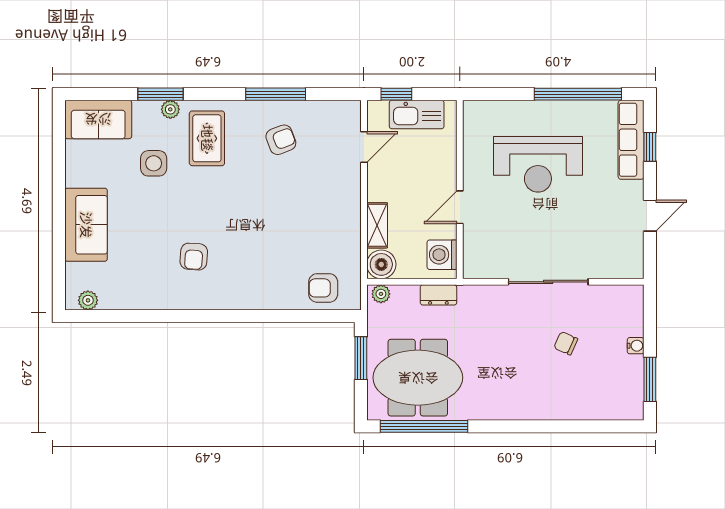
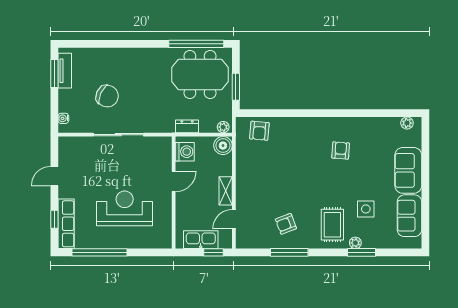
sofa: (98, 119) -> (409, 216), moved, turned -90
shelving: (377, 225) -> (226, 191), moved
armchair: (323, 288) -> (259, 131), turned 95
chair: (566, 343) -> (107, 96), width x1.87, depth x1.87
water cooler: (636, 346) -> (63, 118), moved
tv unit: (633, 384) -> (65, 71), added

